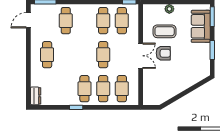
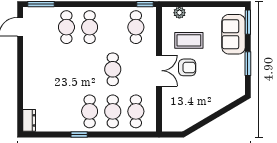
plant: (169, 9) -> (179, 13), moved
cafe table: (103, 21) -> (90, 27), moved
cafe table: (47, 55) -> (43, 69), removed

